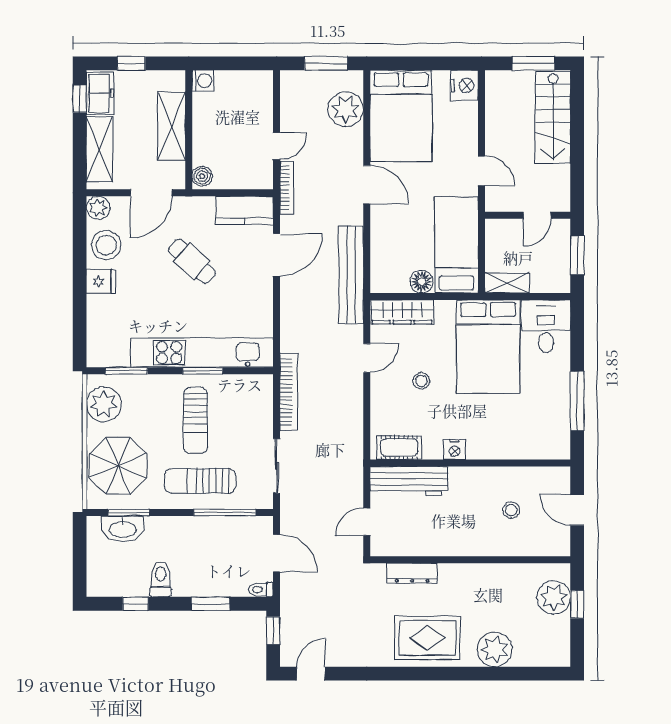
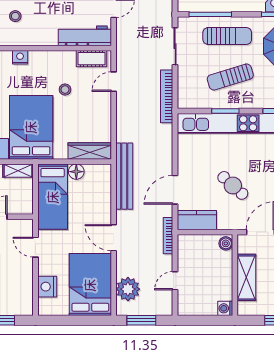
nightstand: (464, 85) -> (47, 287), moved
door: (277, 146) -> (175, 281), moved
door: (367, 358) -> (114, 82), moved
stool: (421, 381) -> (65, 90), moved
sun lounger: (195, 421) -> (230, 77), turned -107
nightstand: (455, 449) -> (20, 57), moved

